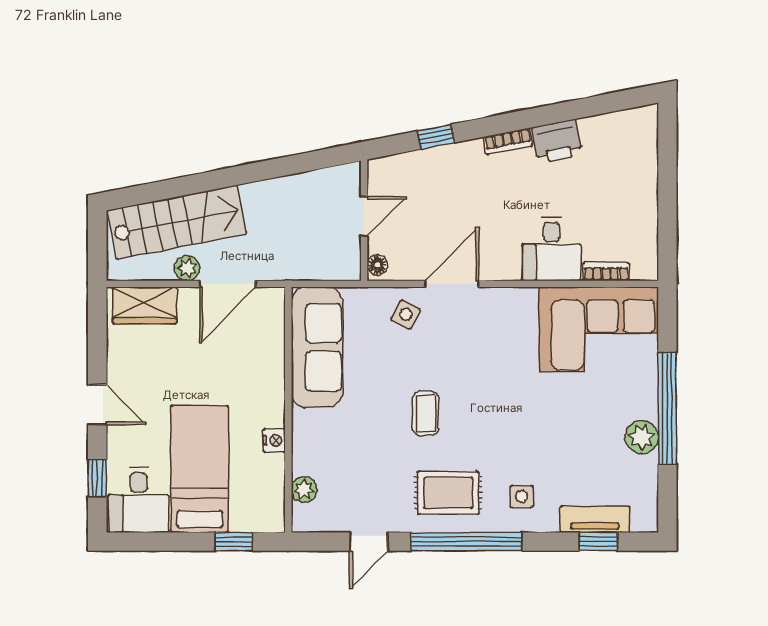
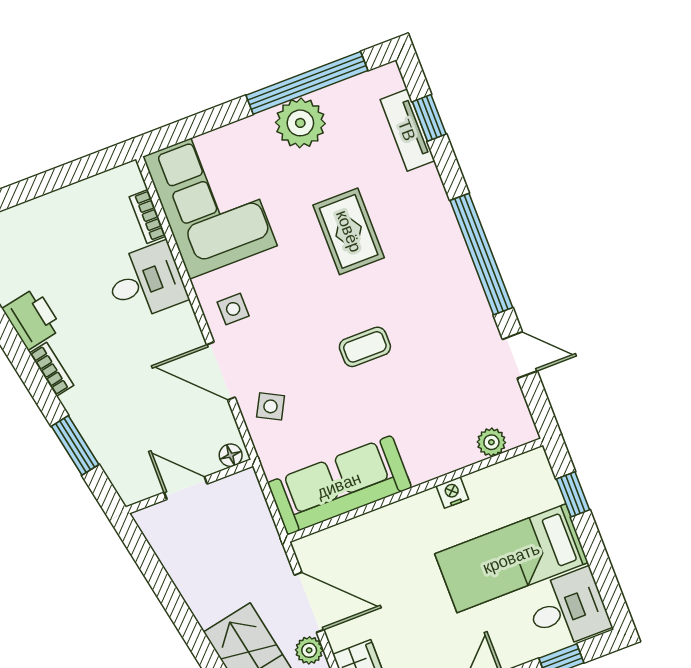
window: (436, 137) -> (75, 445), width x1.50
window: (667, 408) -> (307, 83), moved
plant: (642, 437) -> (300, 123), width x1.36, depth x1.36
rug: (448, 493) -> (349, 231), moved
side table: (521, 496) -> (233, 309), moved

